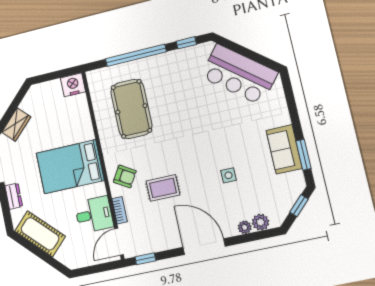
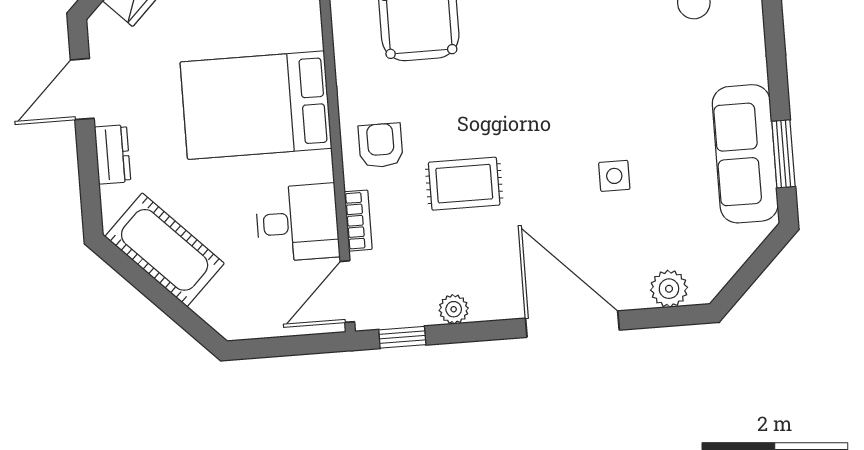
sofa: (284, 149) -> (745, 154), width x1.36
armchair: (125, 176) -> (381, 145), turned -121
window: (299, 206) -> (757, 264), removed
plant: (245, 227) -> (454, 309), moved
door: (204, 247) -> (572, 324), moved

